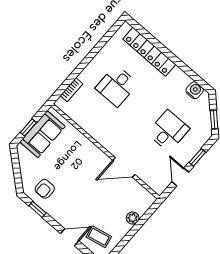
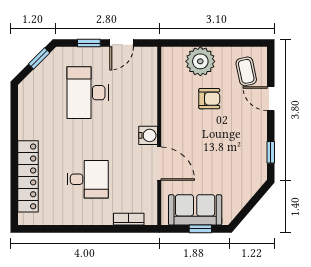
water cooler: (195, 90) -> (148, 135), moved, turned 180
desk: (168, 131) -> (88, 93), width x1.37
door: (124, 167) -> (159, 164), moved
armchair: (45, 189) -> (209, 99), moved
plant: (133, 218) -> (200, 61), width x1.88, depth x1.88

